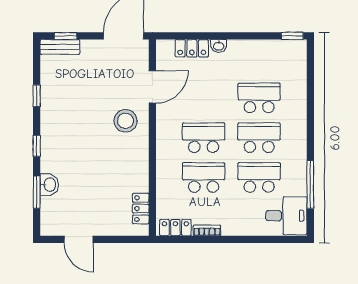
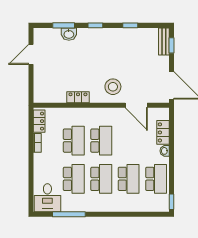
school desk: (259, 58) -> (156, 179), added
locker: (141, 209) -> (78, 97), moved

